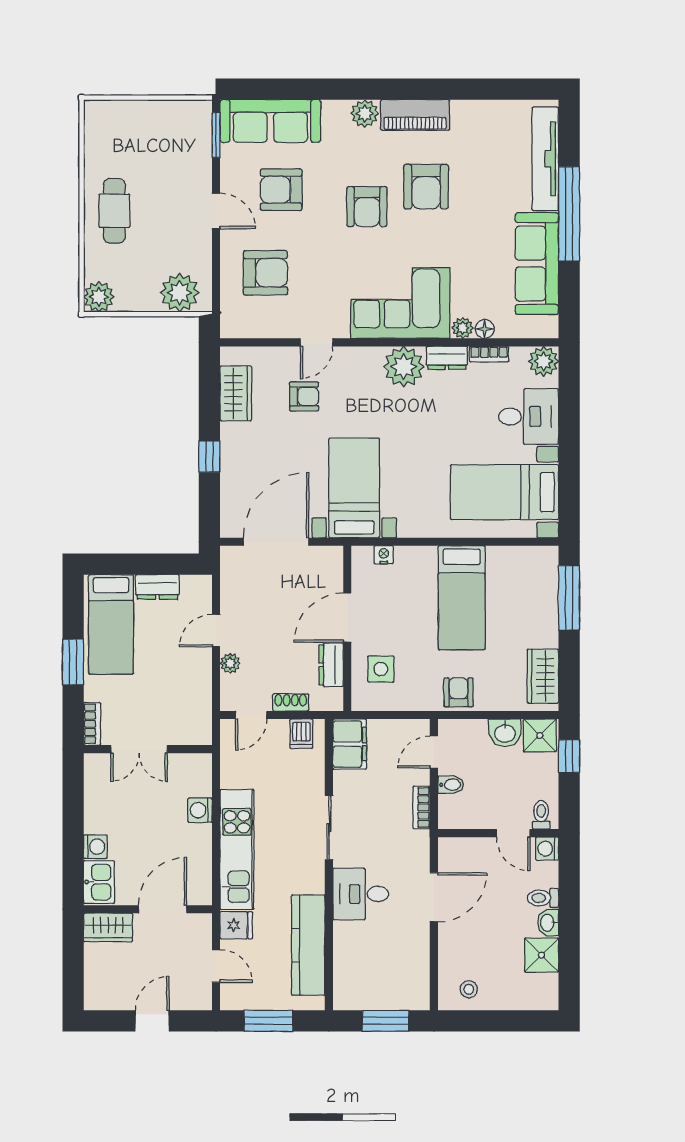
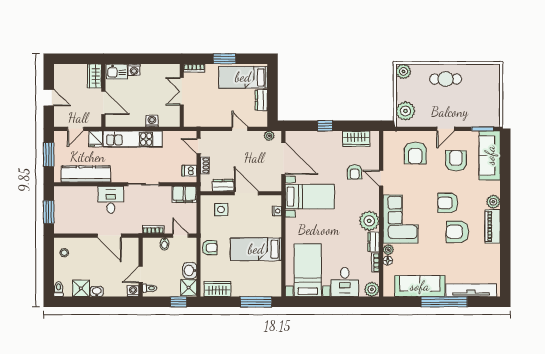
plant: (230, 663) -> (269, 136), moved
toilet: (543, 898) -> (59, 289), moved

